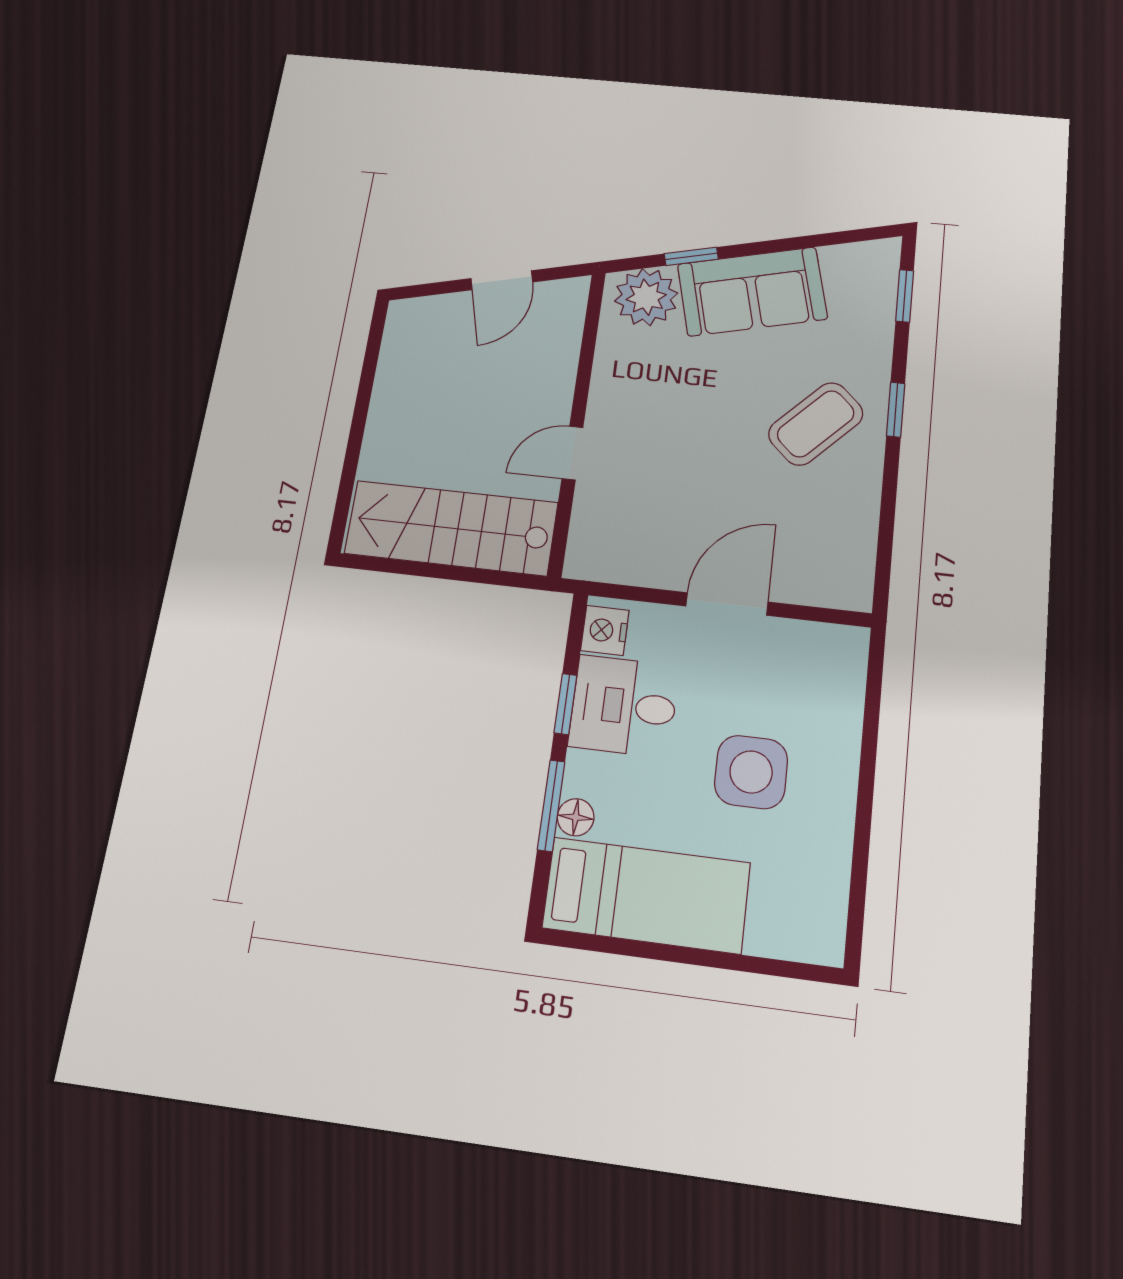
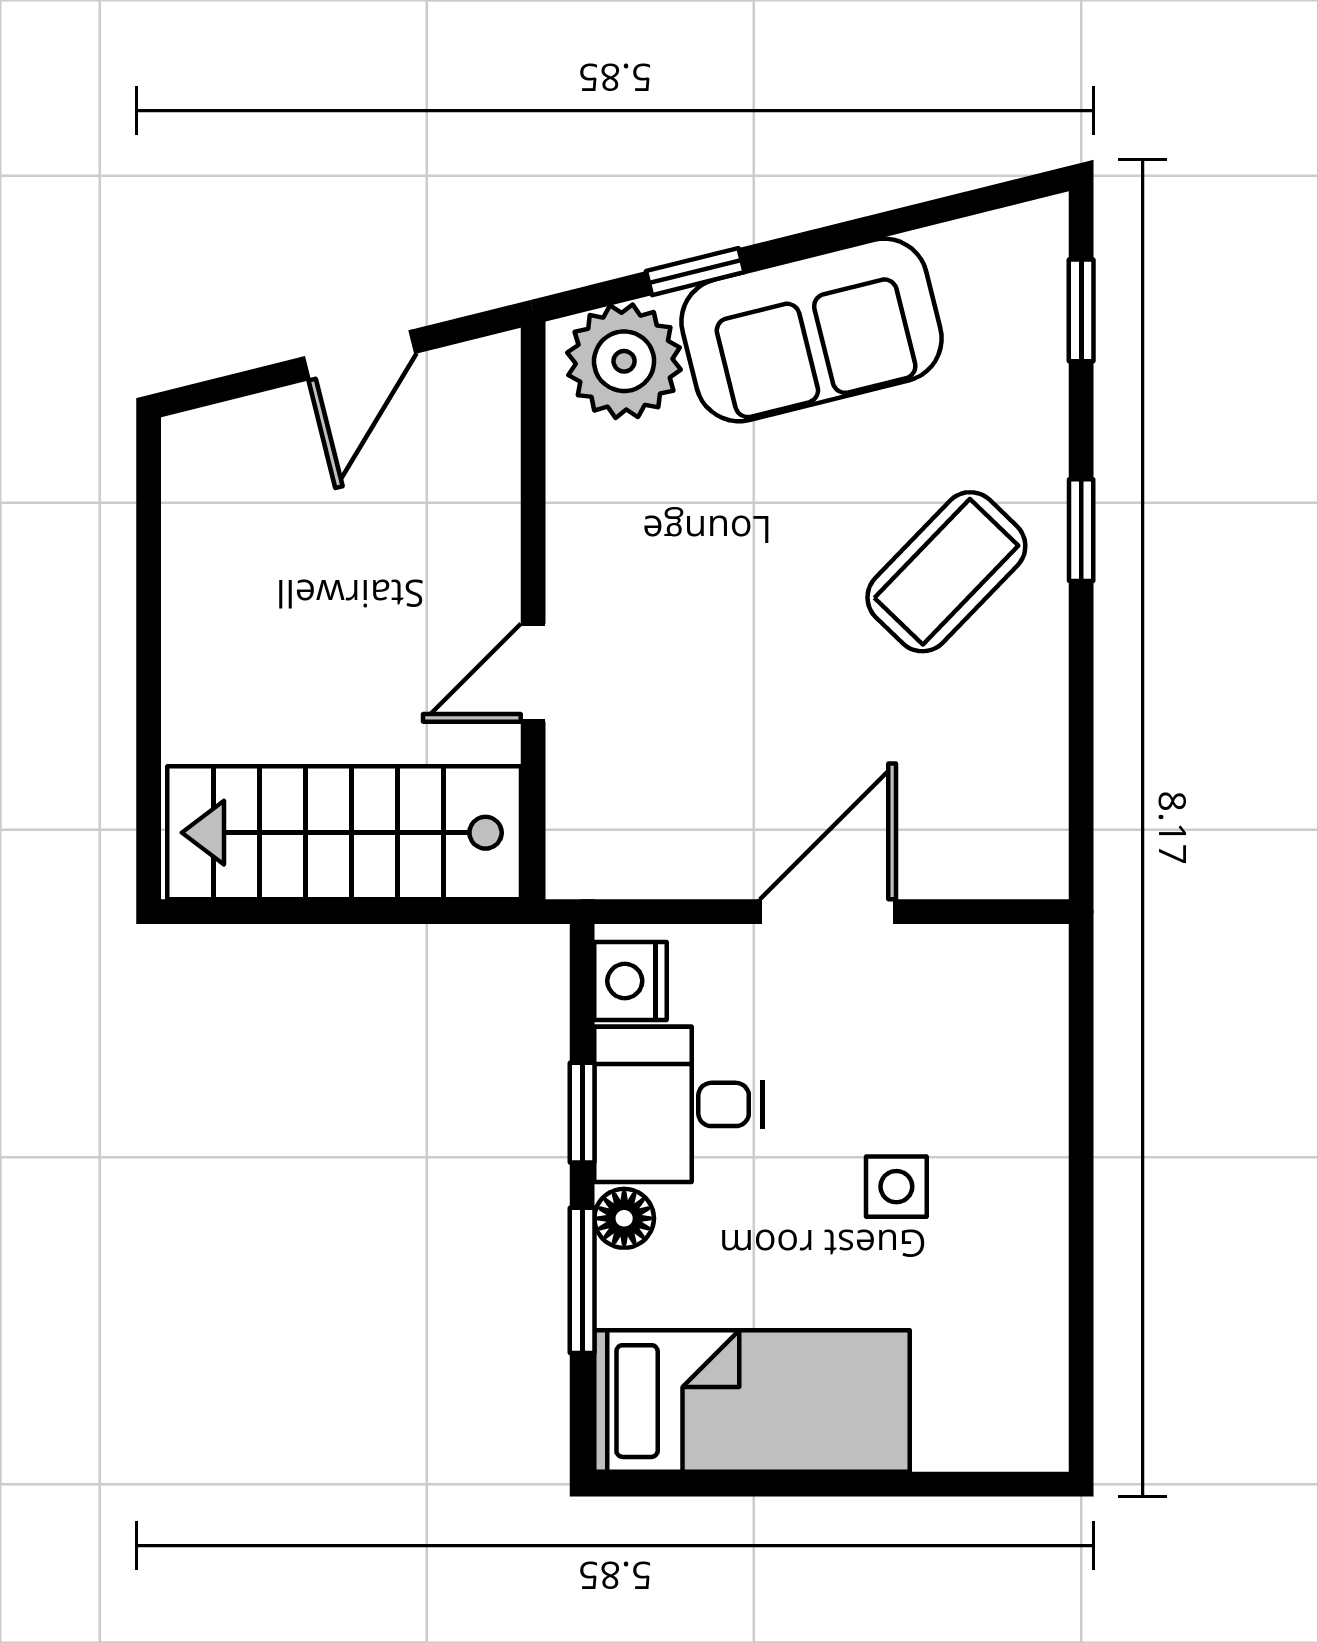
side table: (751, 772) -> (896, 1187), width x0.54, depth x0.54
floor lamp: (576, 817) -> (624, 1218), moved

